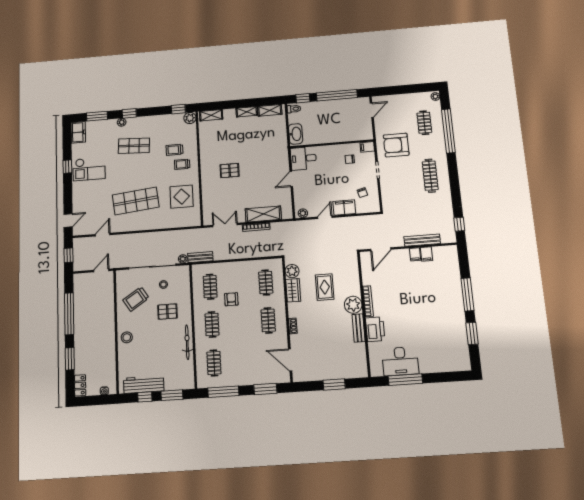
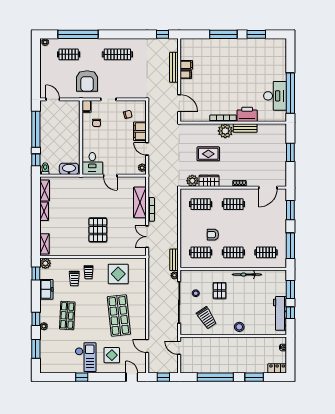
freezer: (78, 132) -> (46, 289), moved, turned 90
pallet: (230, 171) -> (98, 230), width x1.50, depth x1.42
display table: (92, 197) -> (112, 355), added
window: (405, 380) -> (290, 93), width x1.46

